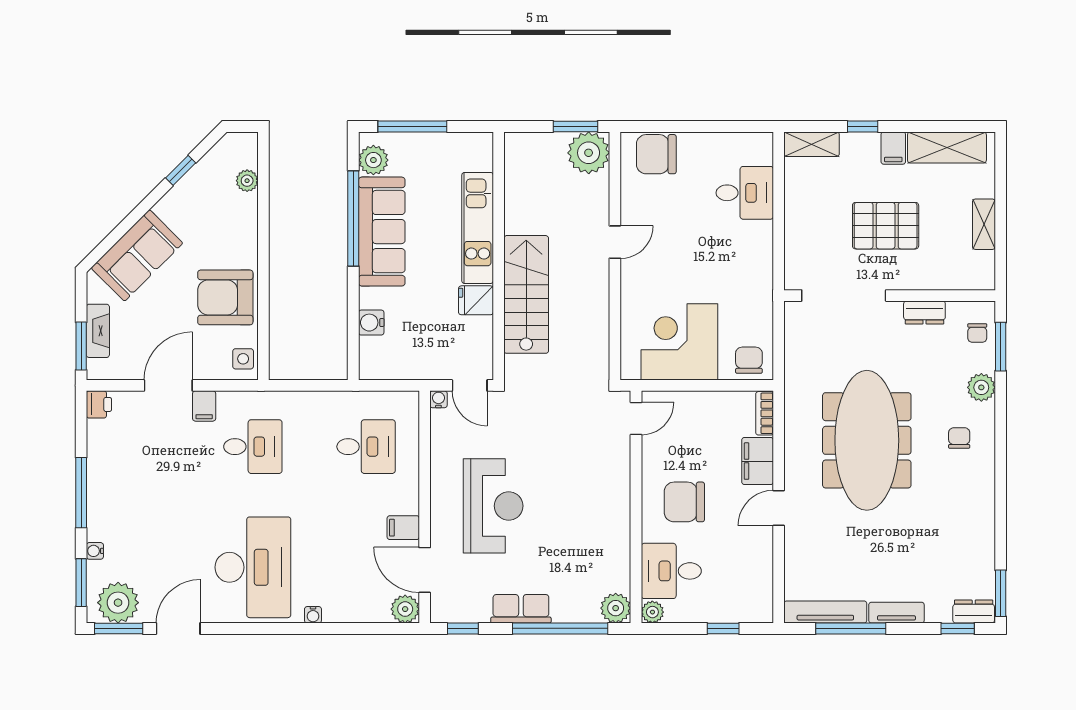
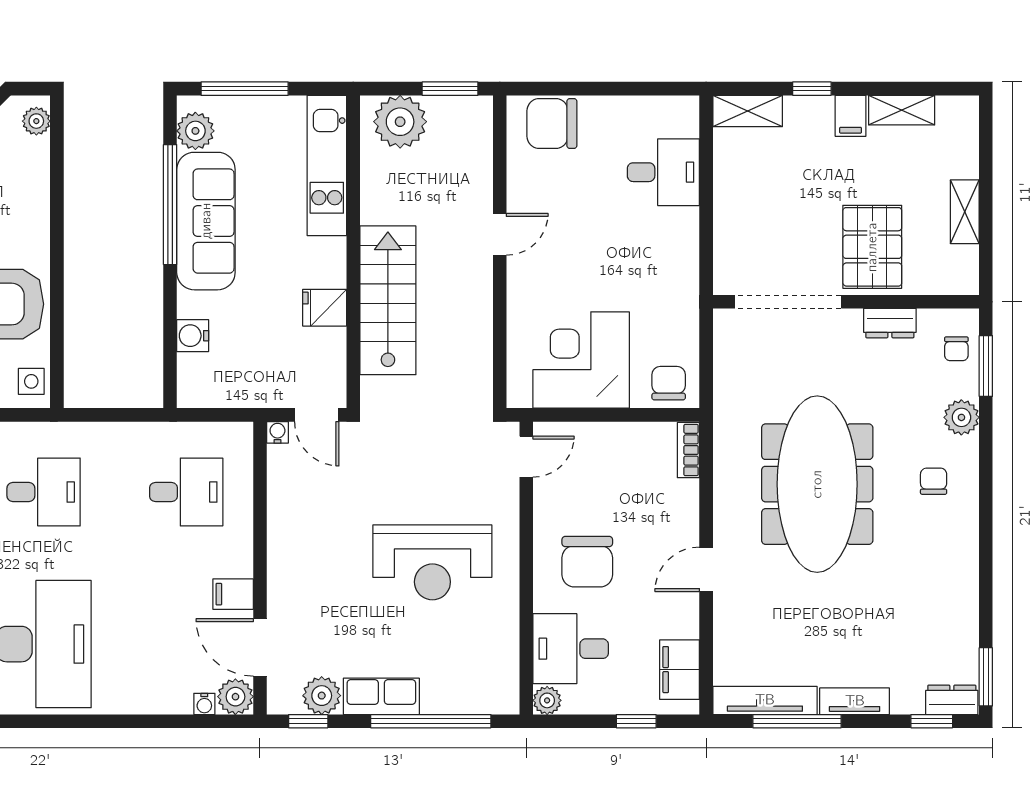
shelving: (947, 147) -> (902, 110), width x0.67, depth x0.75
plant: (589, 153) -> (400, 122), moved
plant: (247, 181) -> (36, 121), moved
pallet: (886, 226) -> (872, 247), moved, turned 90
kitchen unit: (478, 228) -> (327, 165), moved
filing cabinet: (758, 461) -> (680, 670), moved
chair: (684, 502) -> (587, 562), turned -90
reception desk: (493, 506) -> (432, 562), moved, turned 90
plant: (616, 608) -> (322, 696), moved
water cooler: (313, 615) -> (204, 704), moved

